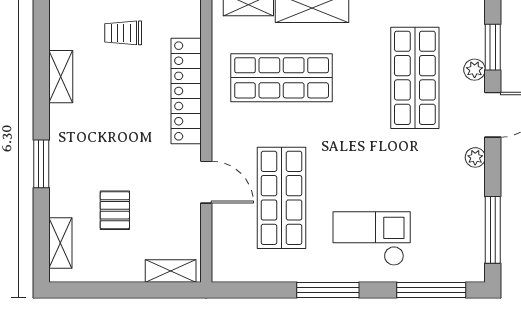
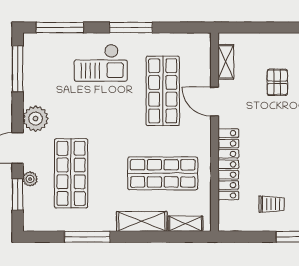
plant: (475, 157) -> (36, 119), width x1.88, depth x1.88
shelving: (171, 271) -> (226, 62), moved, turned 90

